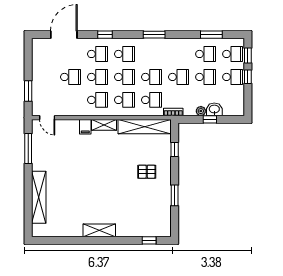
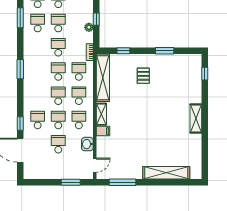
window: (105, 35) -> (20, 124), moved
school desk: (125, 54) -> (38, 96), removed
washbasin: (214, 109) -> (87, 144), moved

